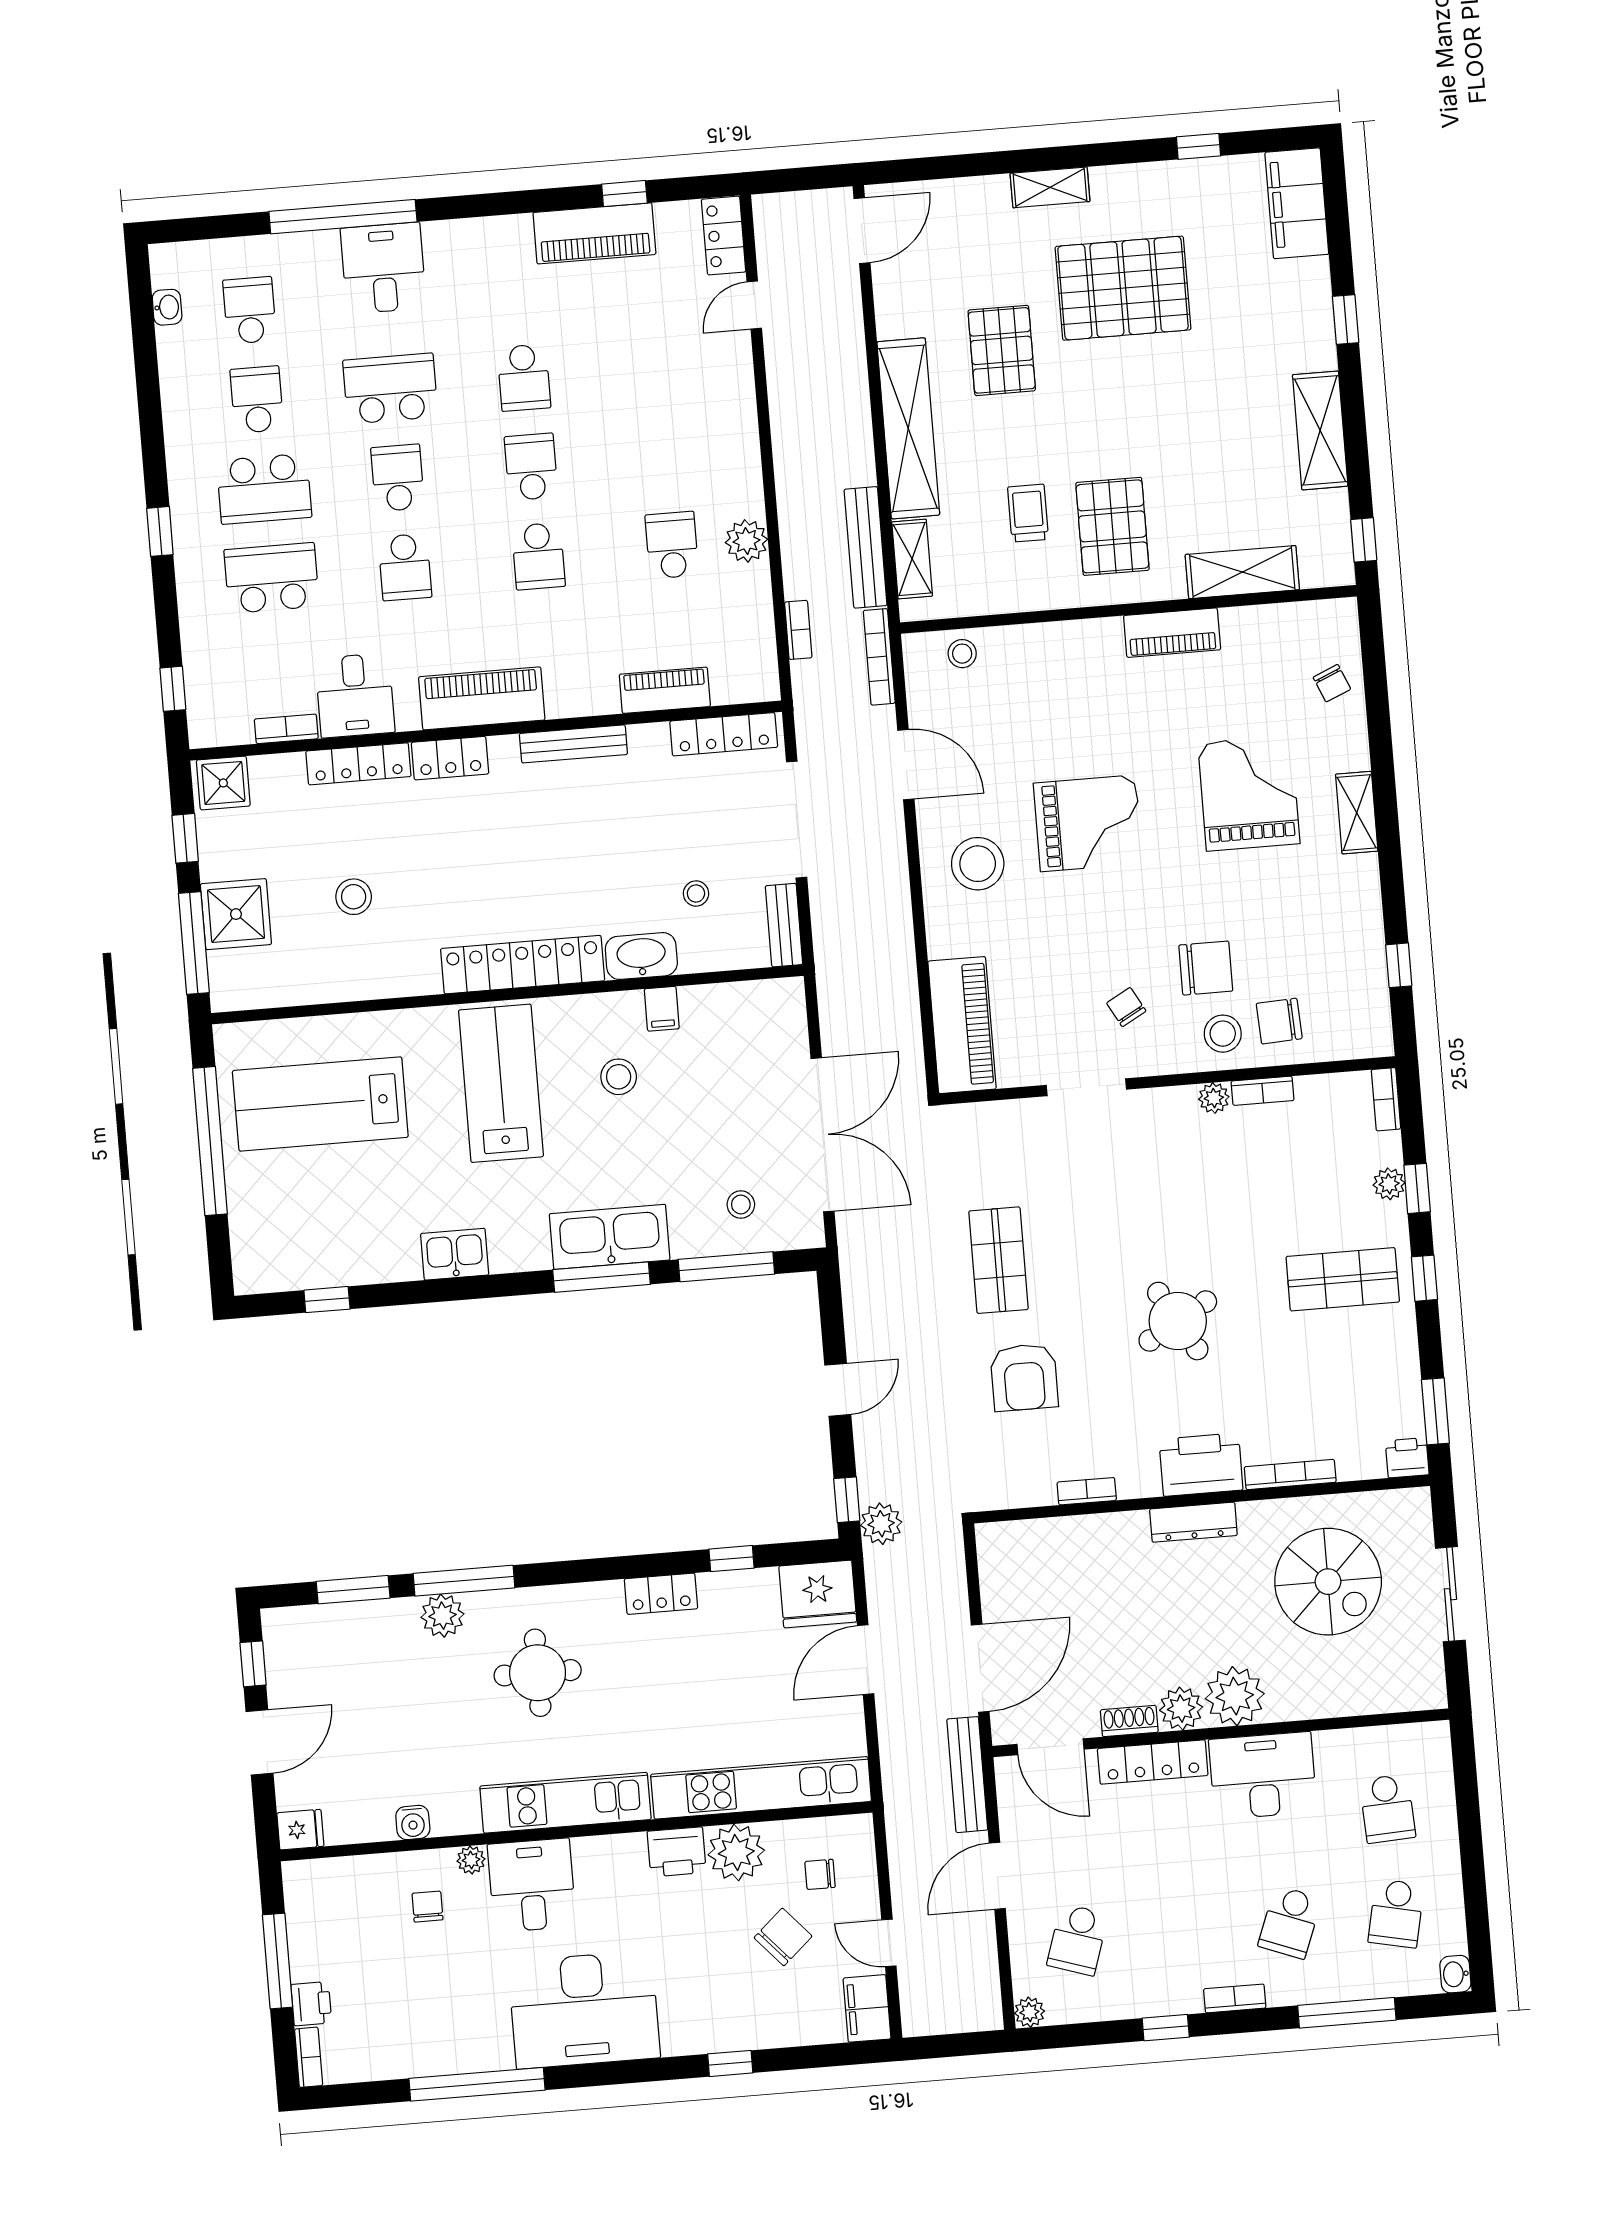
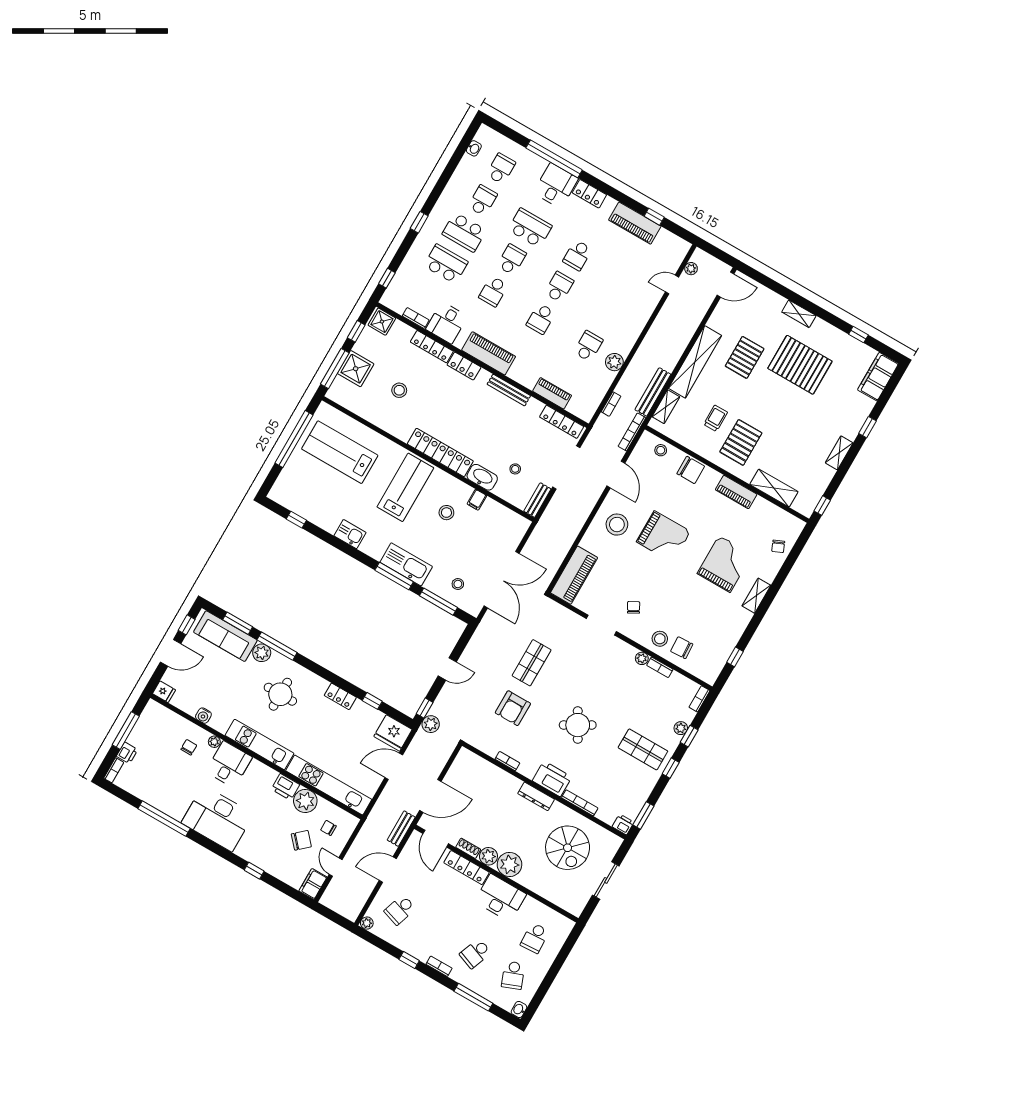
locker: (724, 236) -> (589, 194), moved, turned -90
plant: (770, 247) -> (691, 269), added
shelving: (1320, 430) -> (839, 453), width x0.67, depth x0.75
chair: (1206, 968) -> (691, 470), moved
sofa: (346, 1633) -> (225, 636), added
bench: (967, 1775) -> (401, 829), width x0.73
school desk: (1396, 1913) -> (513, 975), turned -33

